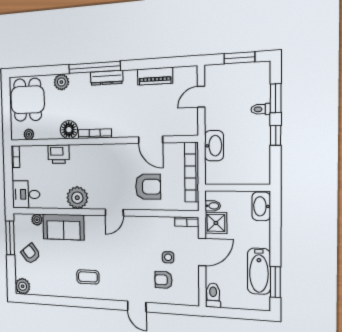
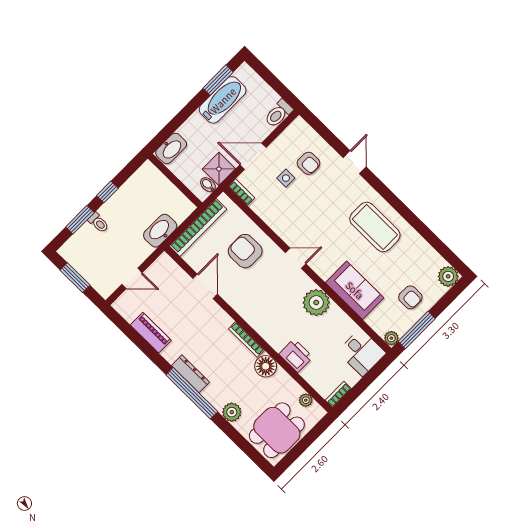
plant: (37, 220) -> (391, 338), moved
armchair: (31, 254) -> (410, 297), turned -52
coffee table: (88, 277) -> (375, 227), width x1.86, depth x1.72

